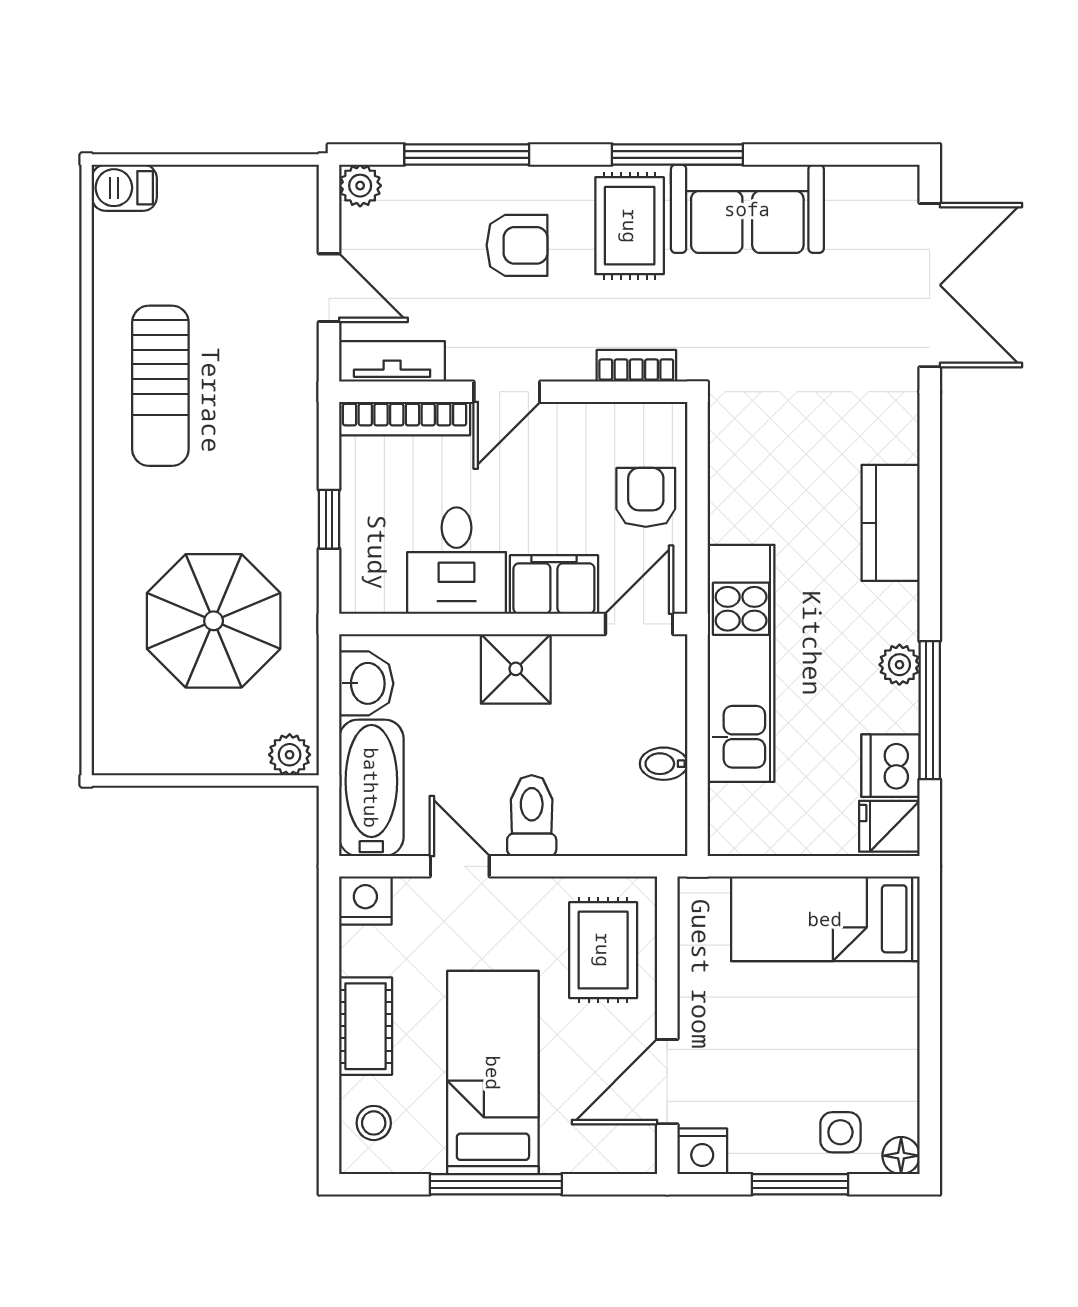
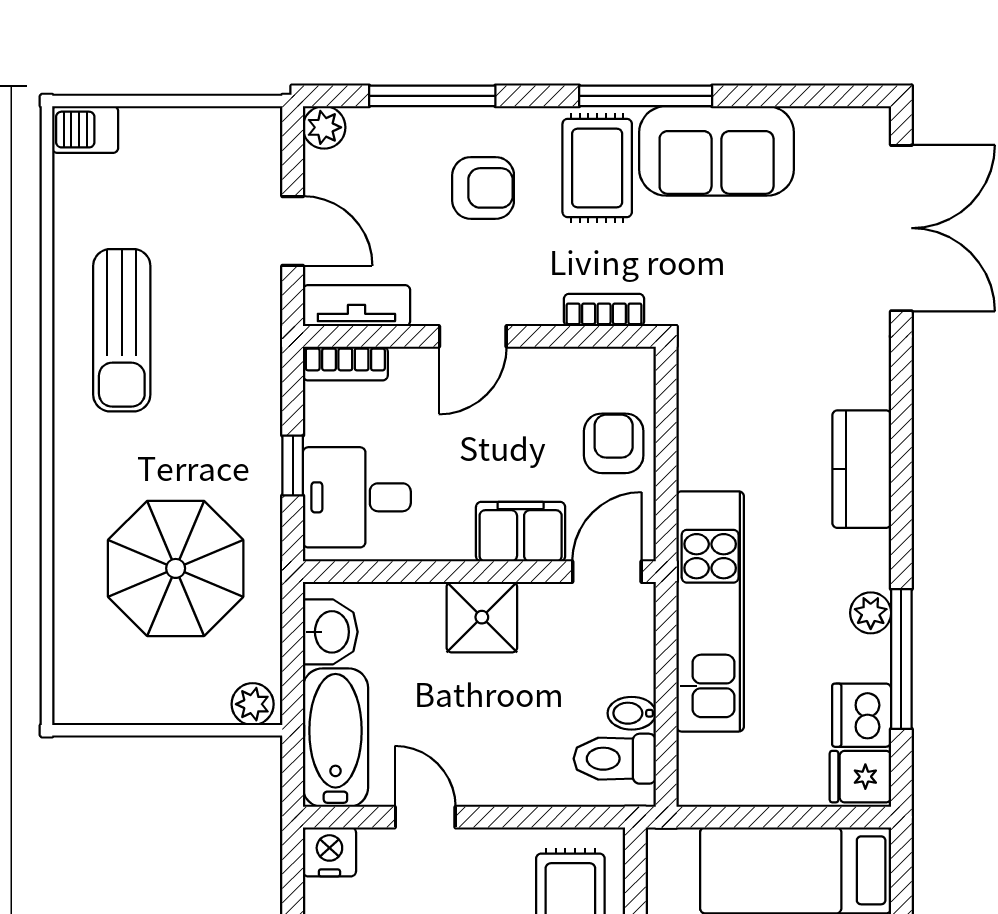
bookcase: (405, 419) -> (345, 364), width x0.64
desk: (457, 561) -> (357, 497), moved, turned 90
toilet: (532, 816) -> (615, 759), moved, turned -90

